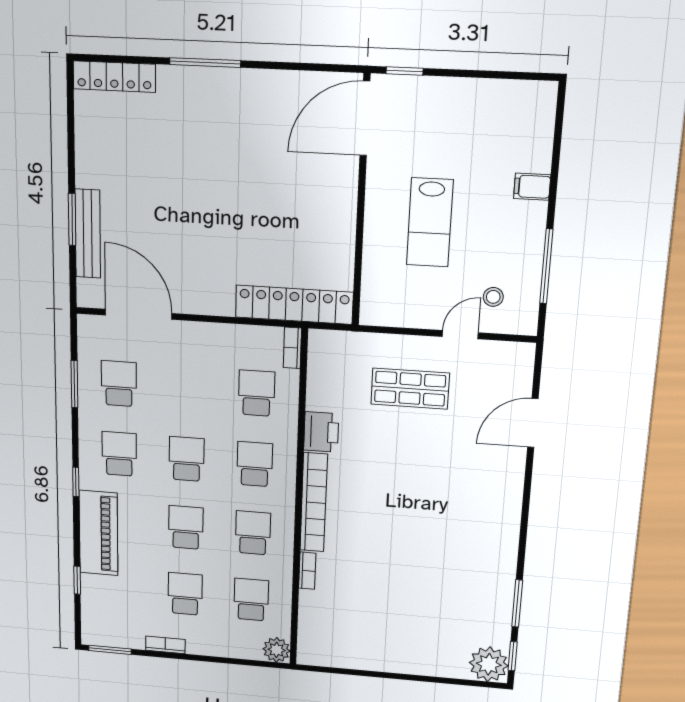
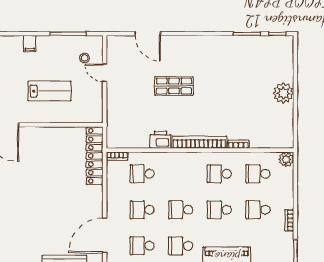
shop shelf: (410, 389) -> (174, 86), moved, turned 90
school desk: (255, 464) -> (142, 210), moved
plant: (489, 664) -> (283, 93), moved

